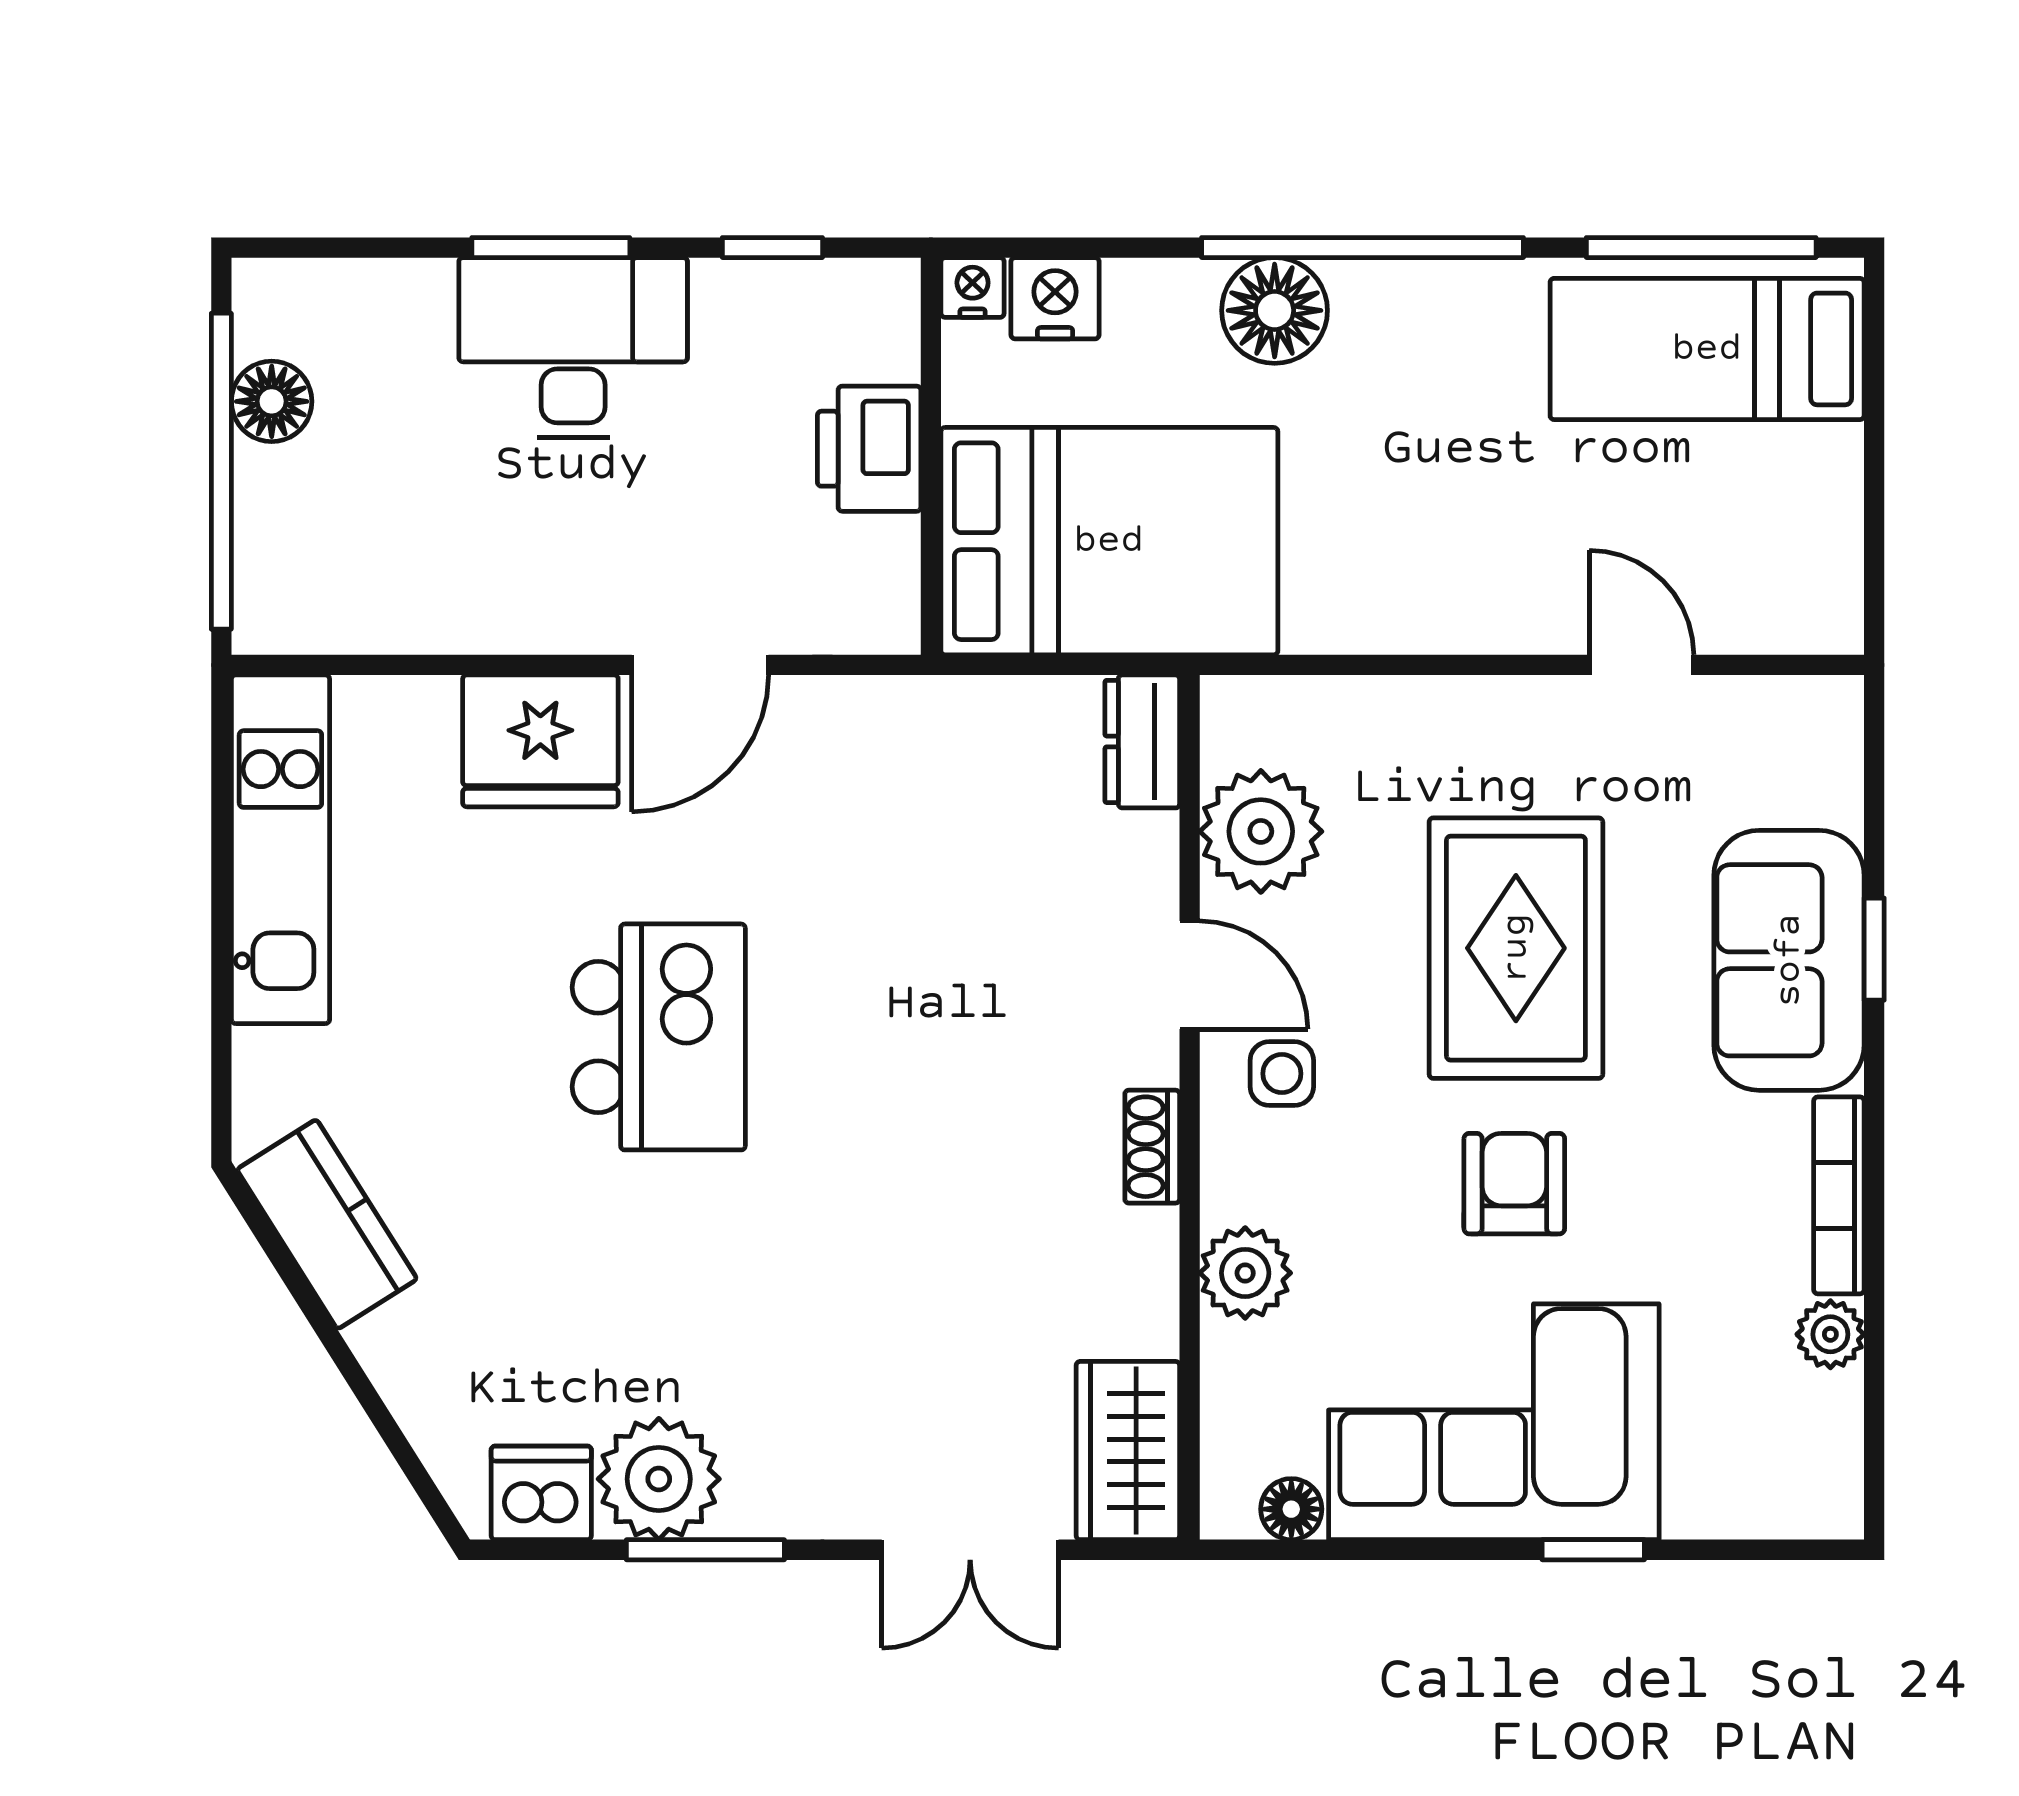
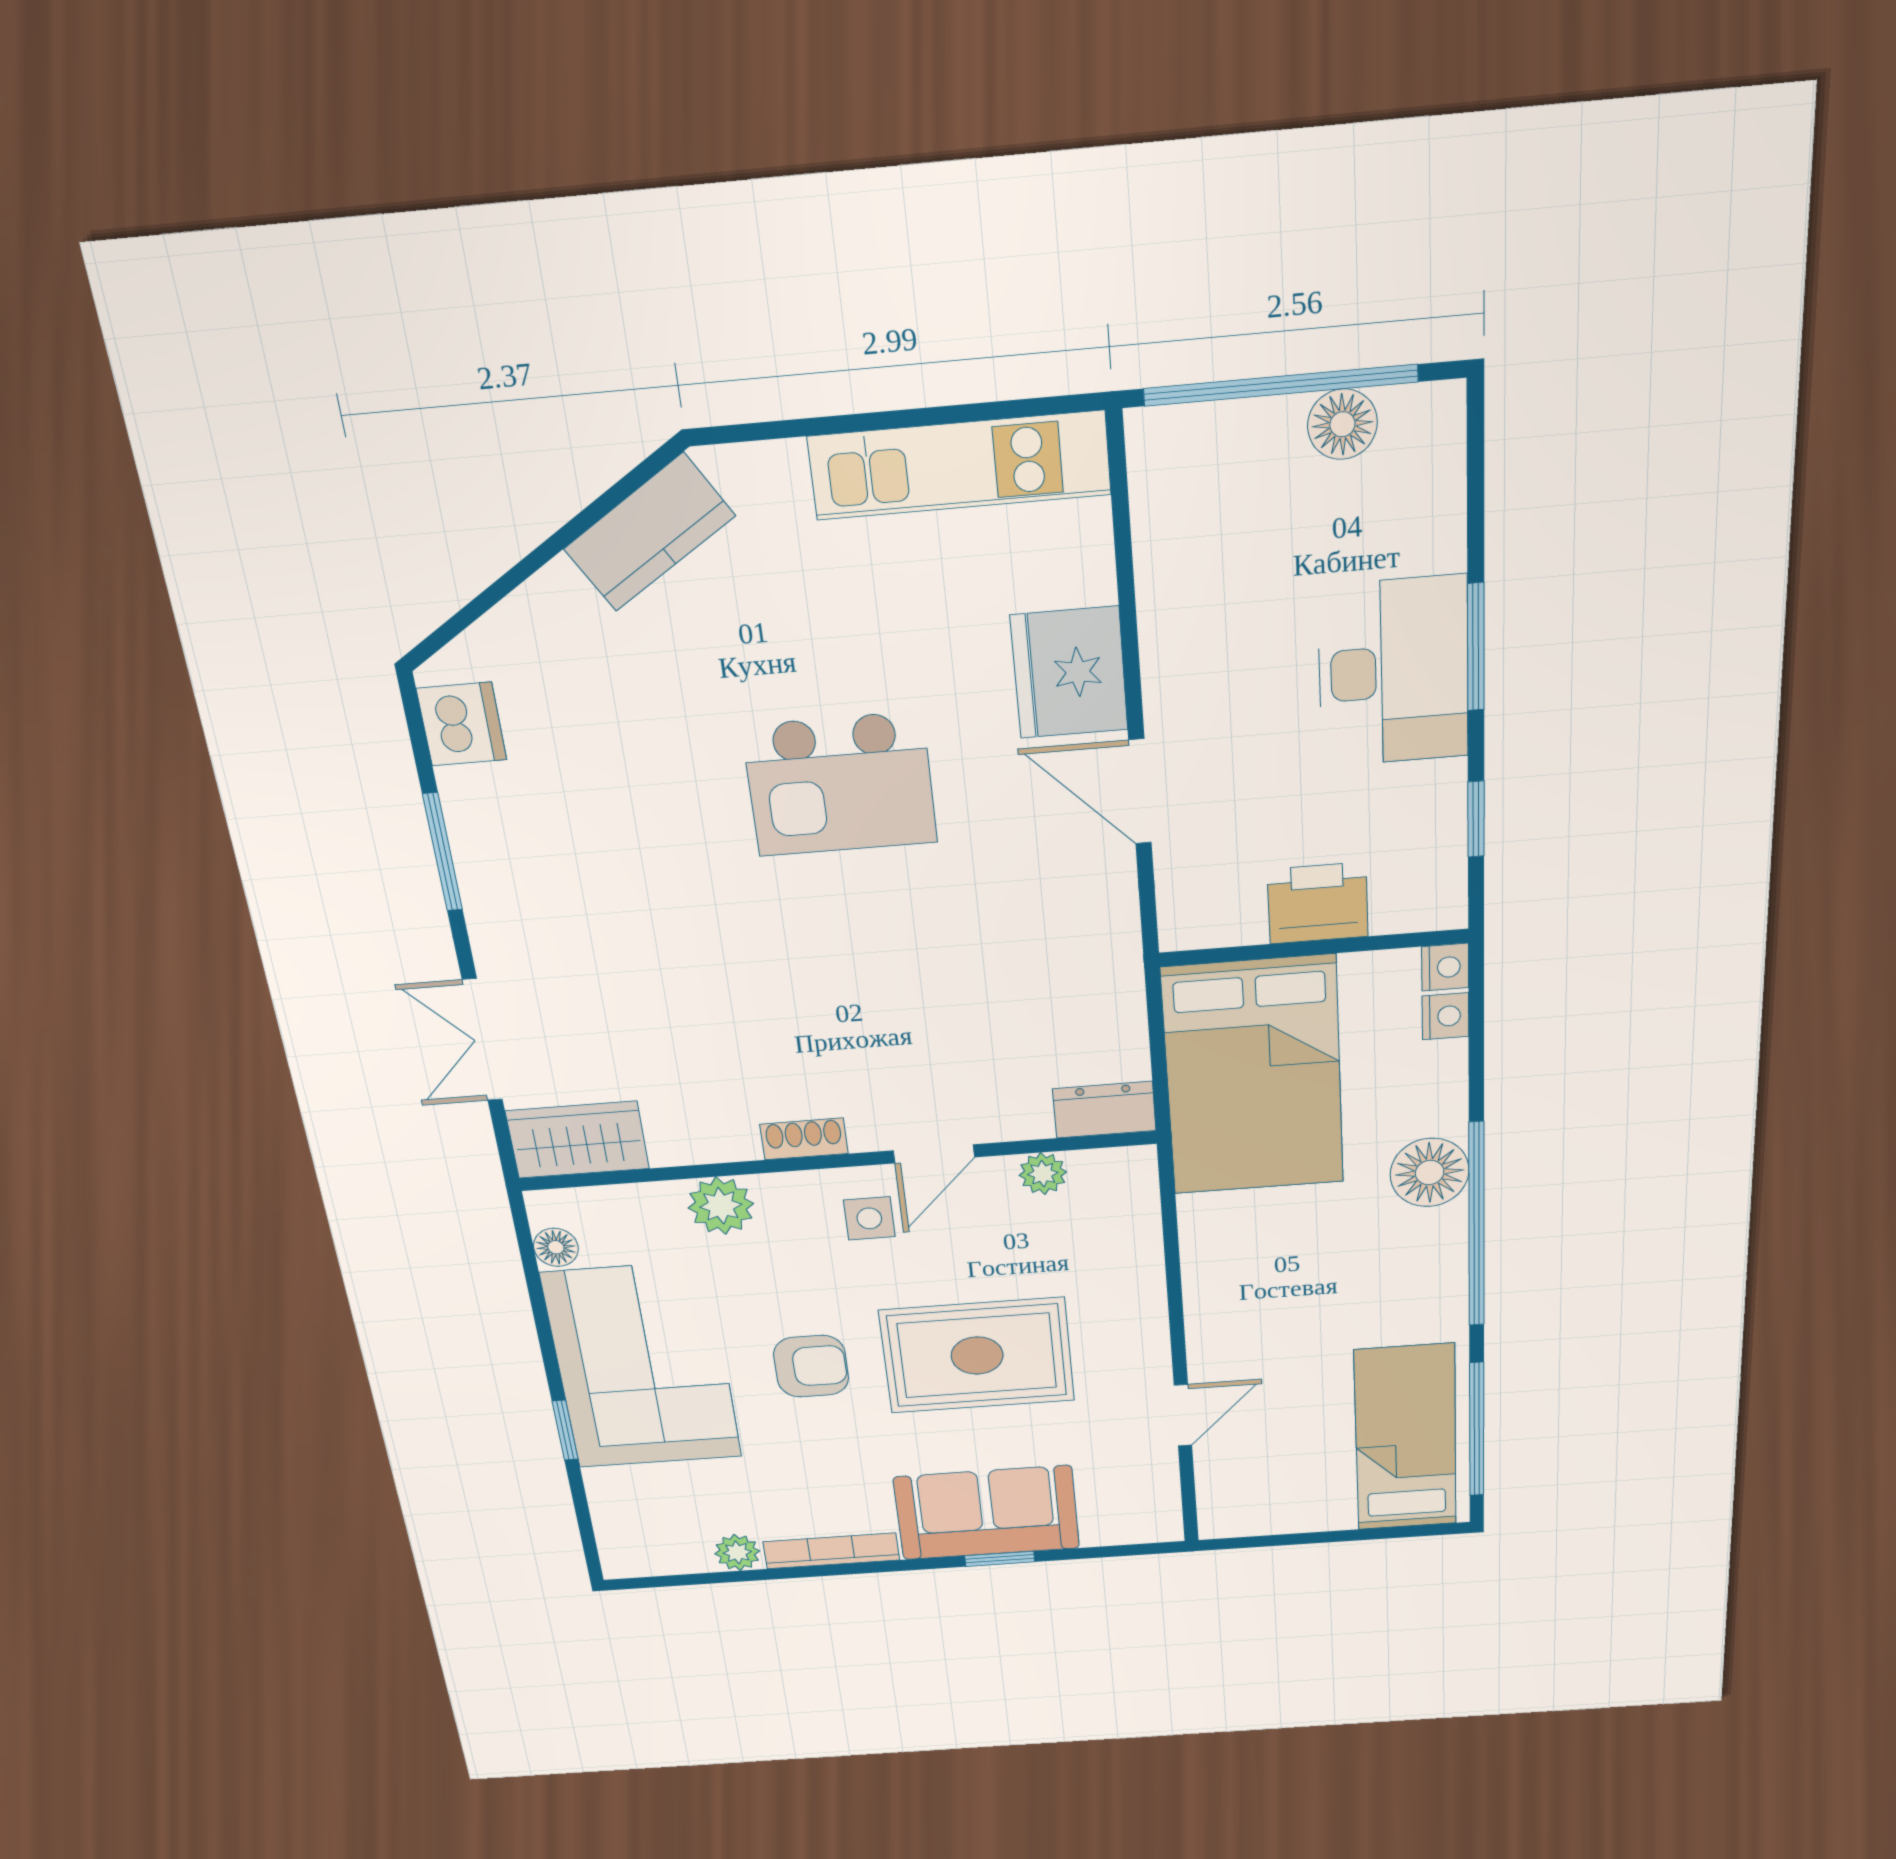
nightstand: (1055, 298) -> (1445, 1016), width x0.72, depth x0.74
plant: (1261, 831) -> (1043, 1174), width x0.53, depth x0.53
plant: (659, 1479) -> (491, 813), removed

